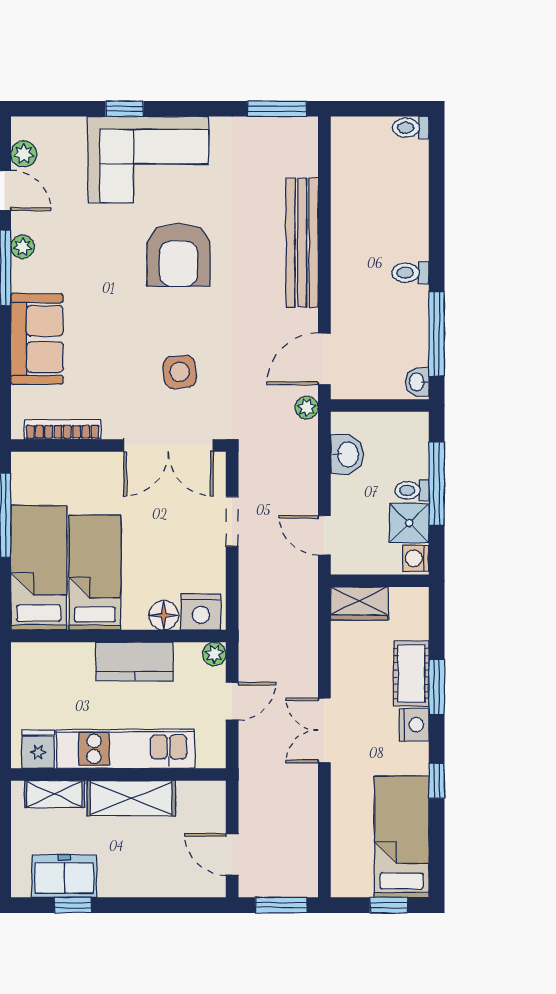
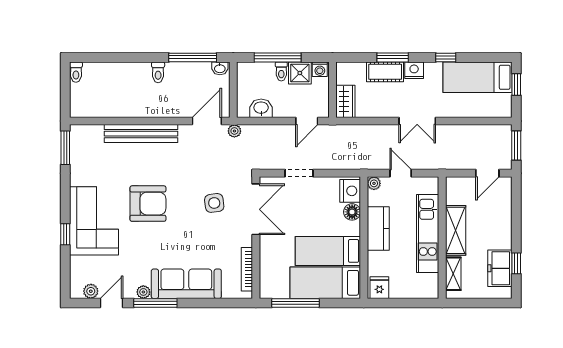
sofa: (37, 339) -> (186, 284), width x1.36
door: (324, 359) -> (207, 121), swing flipped
fridge: (38, 749) -> (379, 288), moved, turned 90

